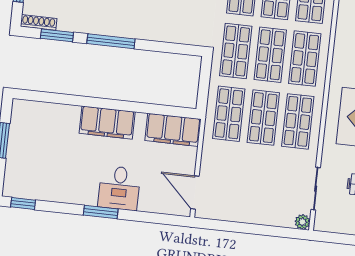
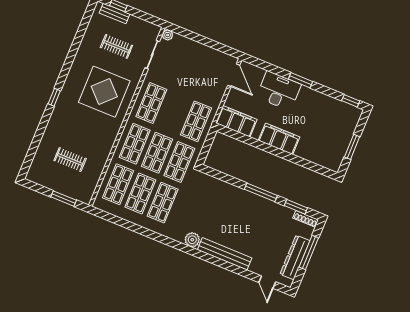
shop shelf: (263, 118) -> (174, 112), removed
desk: (119, 188) -> (279, 91), width x1.37

